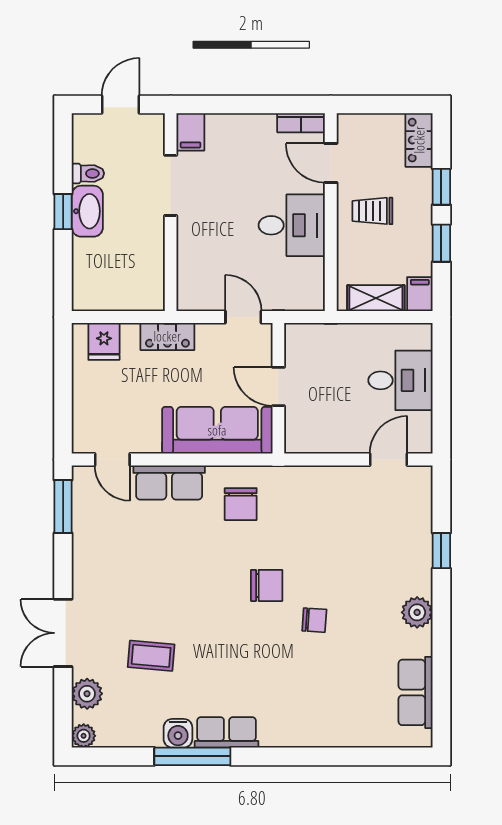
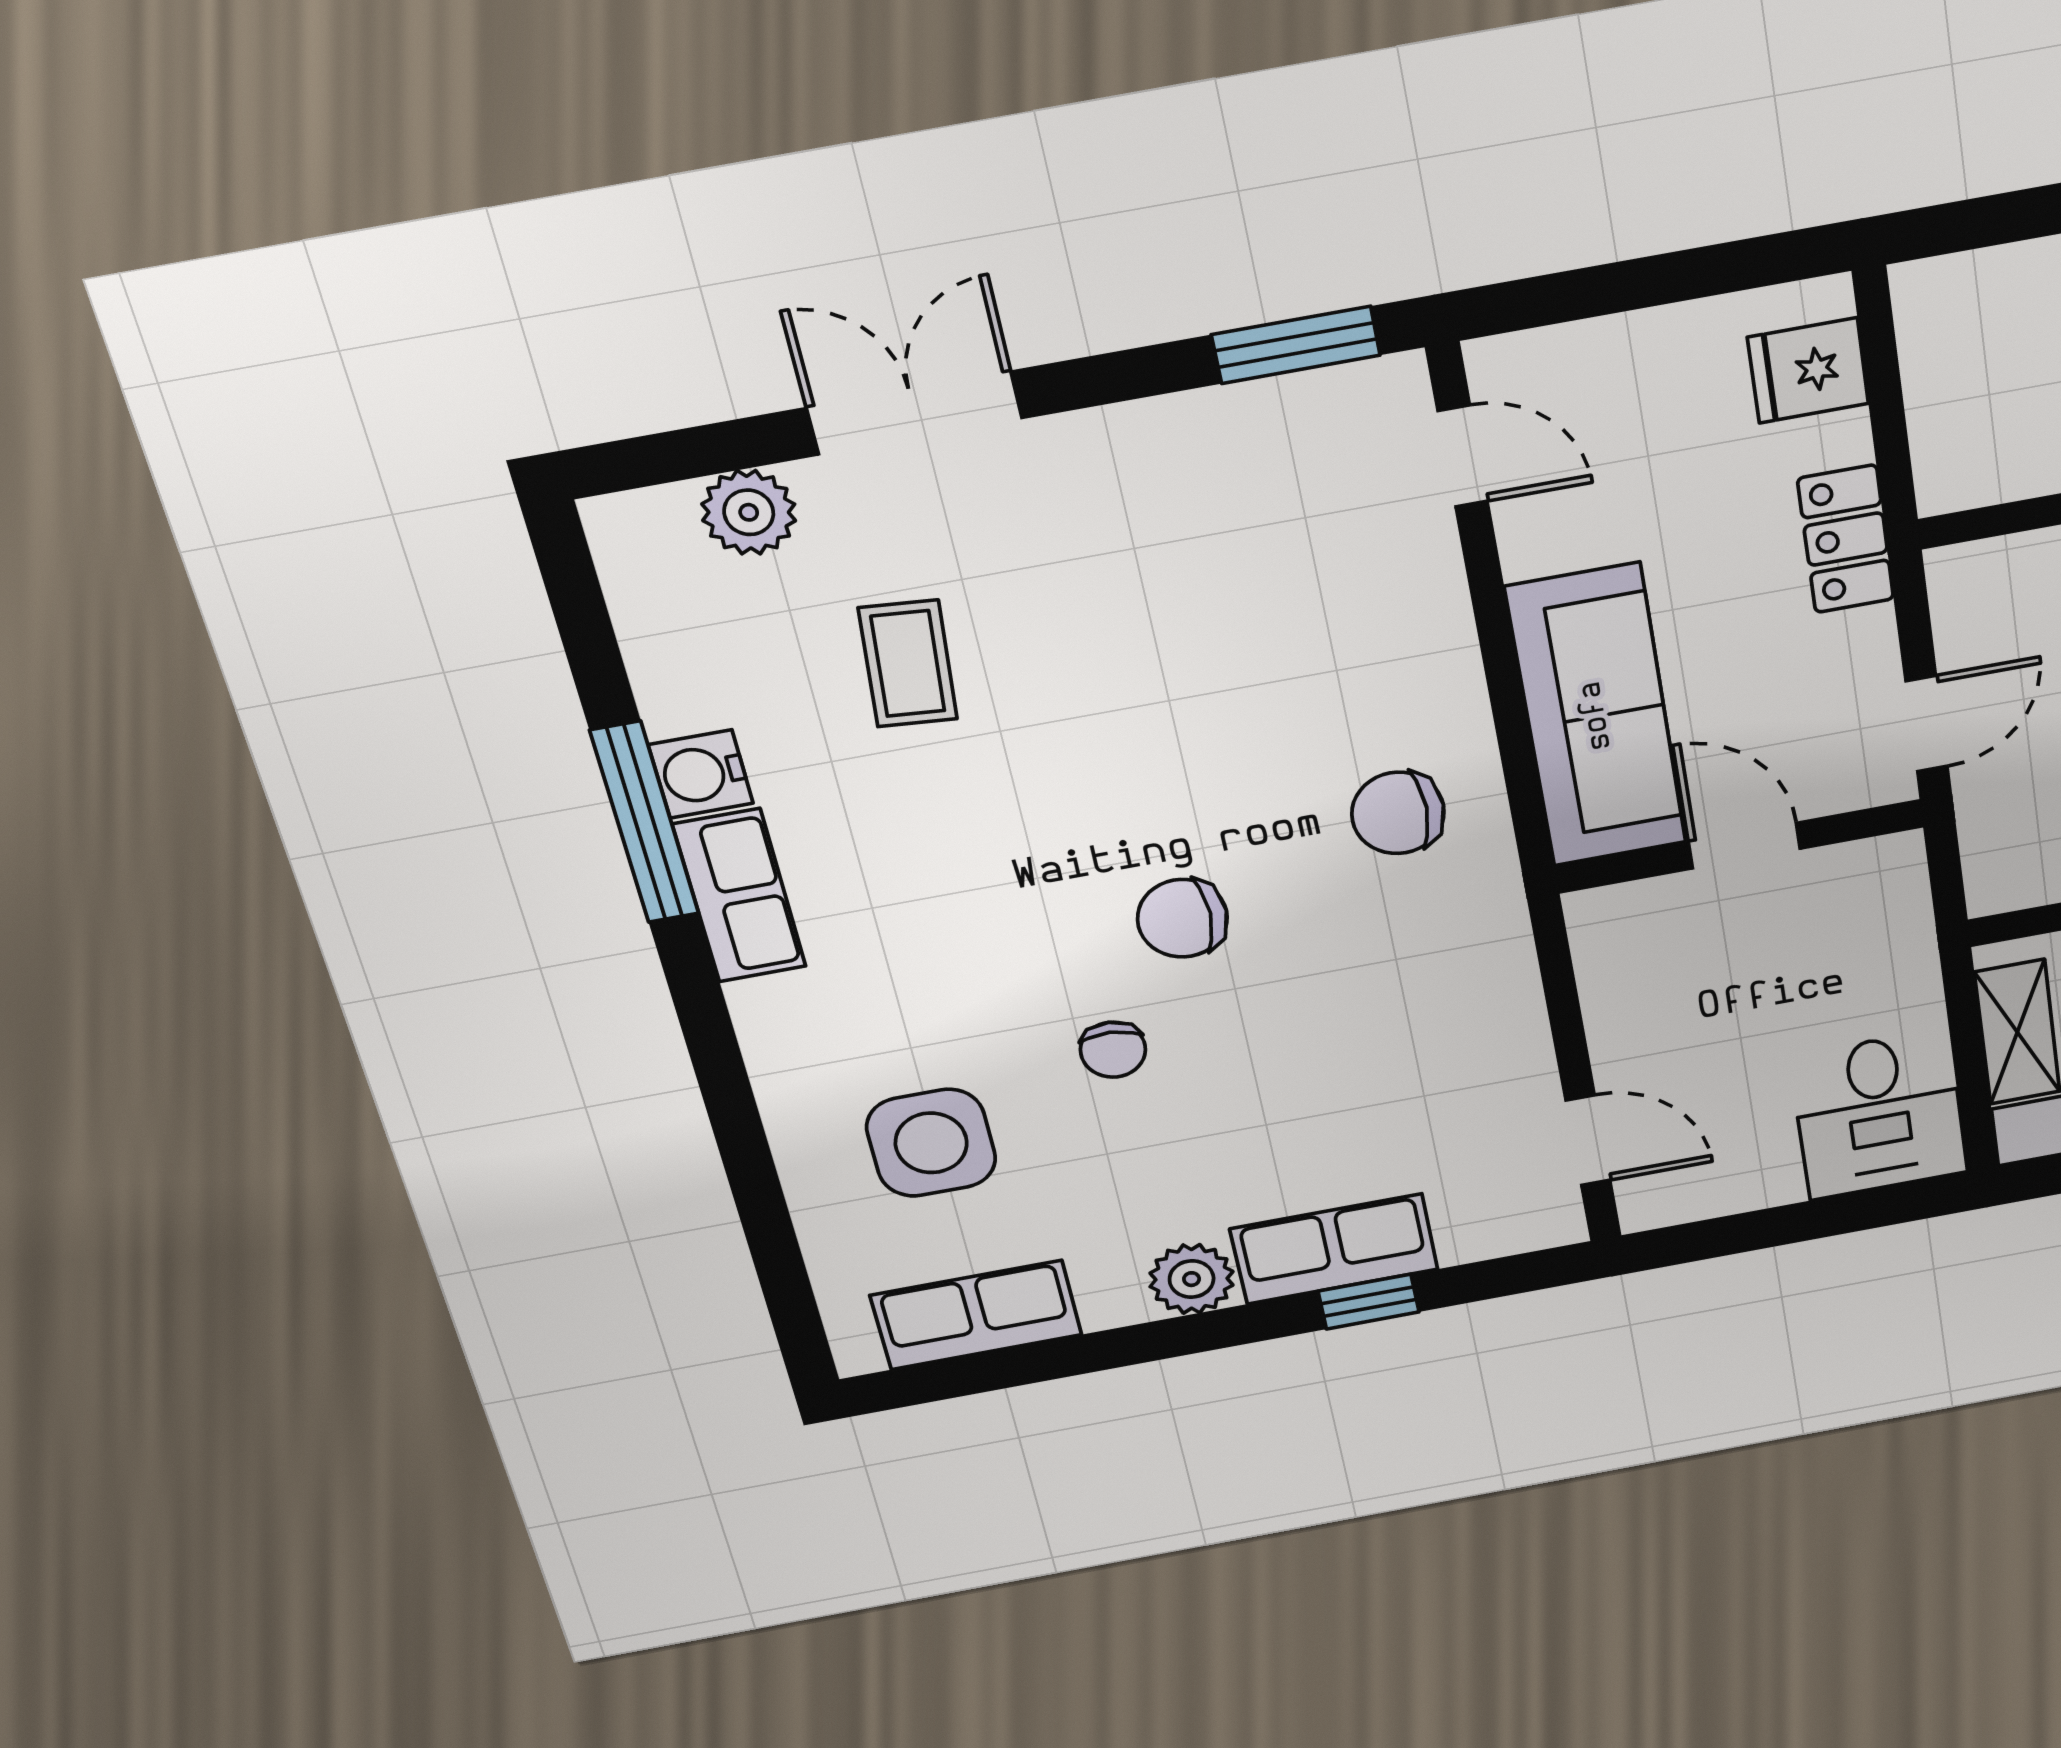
desk: (400, 380) -> (1879, 1115), moved
door: (278, 386) -> (1744, 846), hinge flipped
door: (112, 460) -> (1463, 456), swing flipped
row of seats: (169, 482) -> (1334, 1249), moved, turned 90
chair: (267, 585) -> (1182, 918), turned 90
side table: (339, 691) -> (931, 1143), added
plant: (84, 736) -> (619, 526), removed

